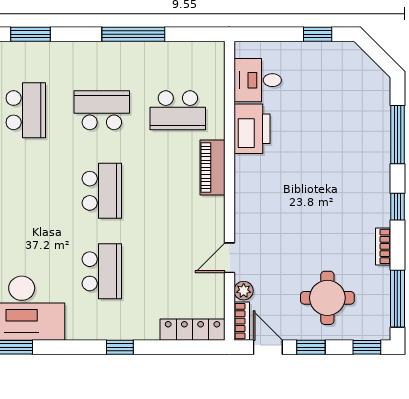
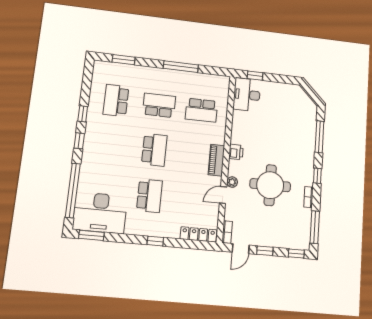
window: (318, 34) -> (255, 76), moved
desk: (258, 80) -> (247, 95), width x1.37
school desk: (26, 110) -> (116, 100), turned 180
printer: (252, 129) -> (236, 152), moved, width x0.53, depth x0.68
piano: (213, 167) -> (216, 160), moved
plant: (244, 291) -> (232, 182), moved
round table: (327, 298) -> (270, 185), moved, width x1.36, depth x1.36
door: (268, 347) -> (241, 249), swing flipped

